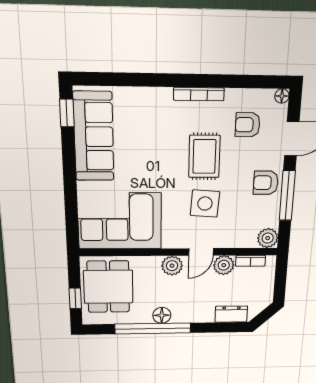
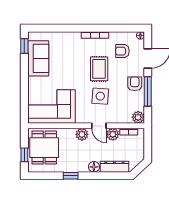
sofa: (94, 137) -> (38, 58), width x0.73
armchair: (266, 183) -> (135, 84), turned 90
door: (201, 252) -> (99, 126), hinge flipped
dresser: (231, 314) -> (114, 167), width x1.44
floor lamp: (162, 315) -> (94, 167), moved
window: (153, 328) -> (71, 176), width x0.32

